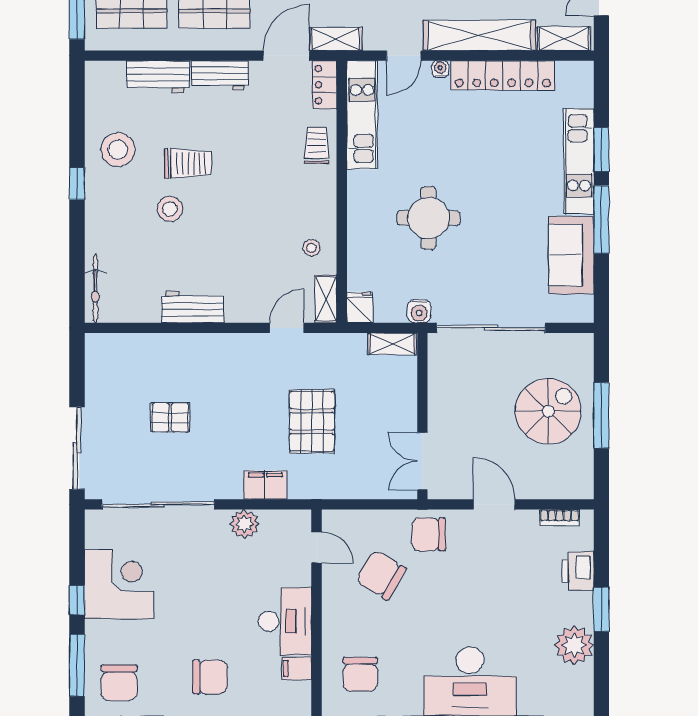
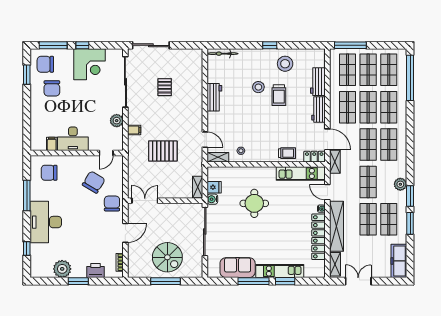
fridge: (360, 307) -> (214, 187), moved
filing cabinet: (265, 485) -> (134, 130), width x0.50
chair: (210, 677) -> (52, 88), moved

